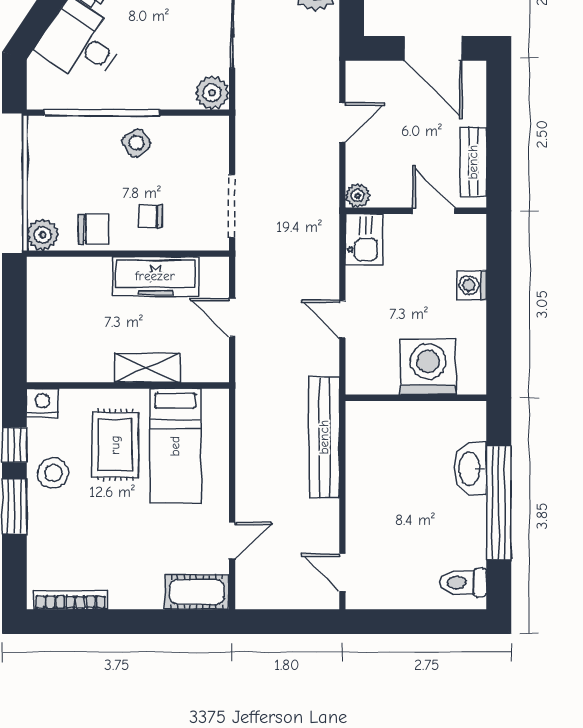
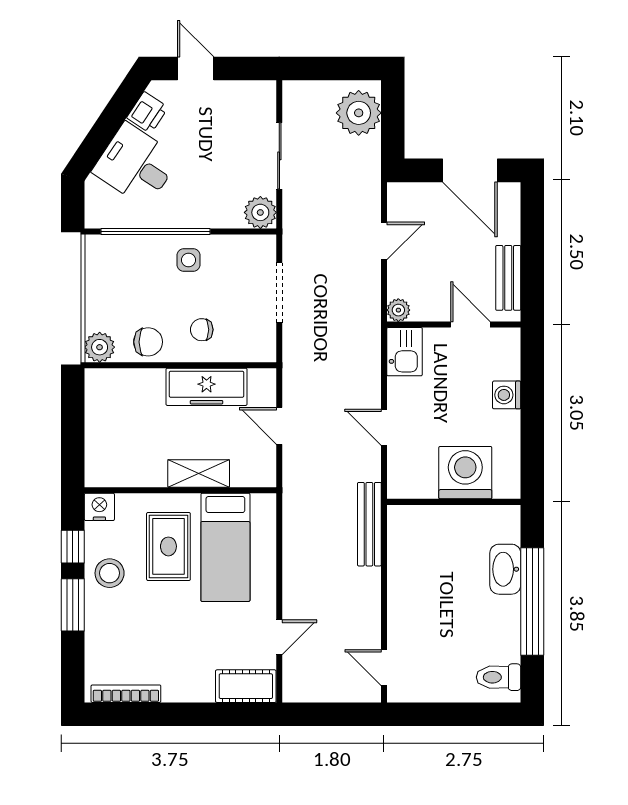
side table: (136, 143) -> (189, 260), turned 36
doorway: (232, 206) -> (279, 293), moved
bench: (324, 437) -> (369, 524), width x0.73, depth x0.82

